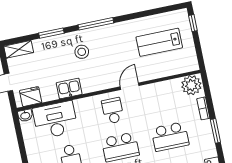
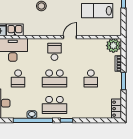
kitchen sink: (69, 89) -> (15, 30), moved
school desk: (170, 137) -> (91, 78), width x0.54

